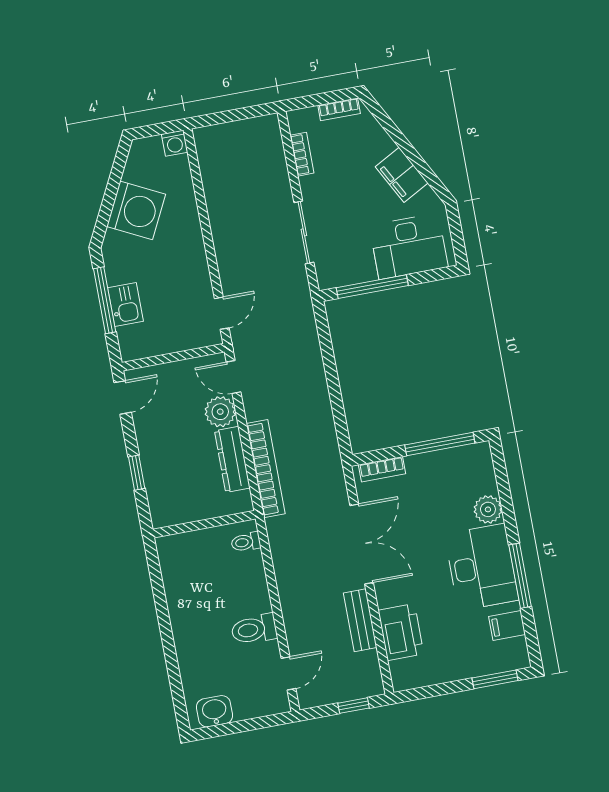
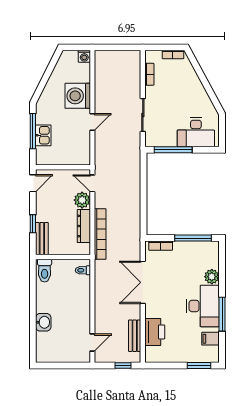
filing cabinet: (402, 175) -> (199, 95), removed
washing machine: (136, 210) -> (78, 96), moved, turned 153
door: (222, 313) -> (92, 122), moved
bench: (159, 497) -> (42, 239), added
double door: (362, 544) -> (143, 282), swing flipped
bench: (360, 620) -> (135, 336), moved
toilet: (254, 629) -> (45, 271), moved, turned -90
washbasin: (215, 711) -> (43, 322), moved, turned 90

